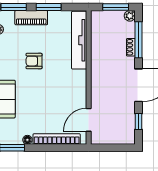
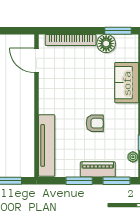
door: (89, 120) -> (37, 60), swing flipped
floor lamp: (27, 140) -> (106, 44), width x1.89, depth x1.89

